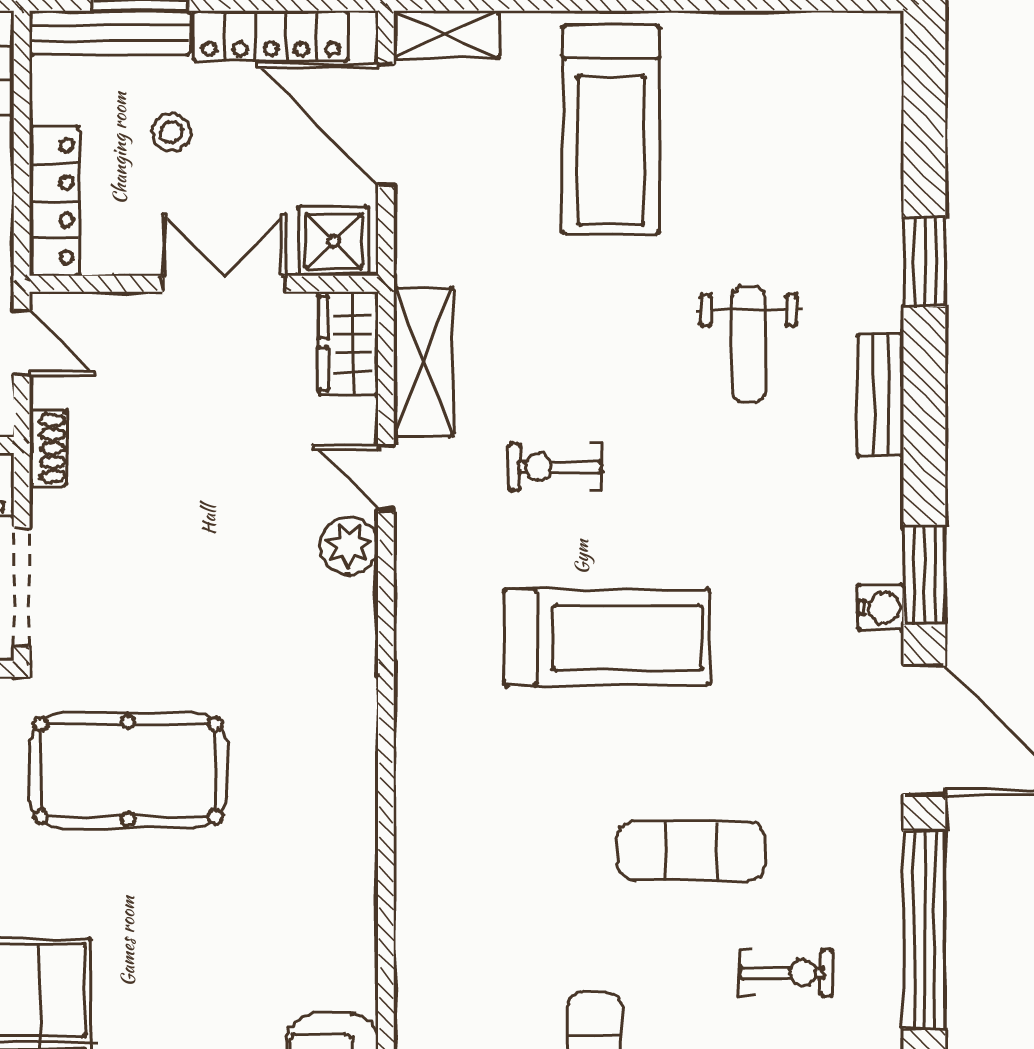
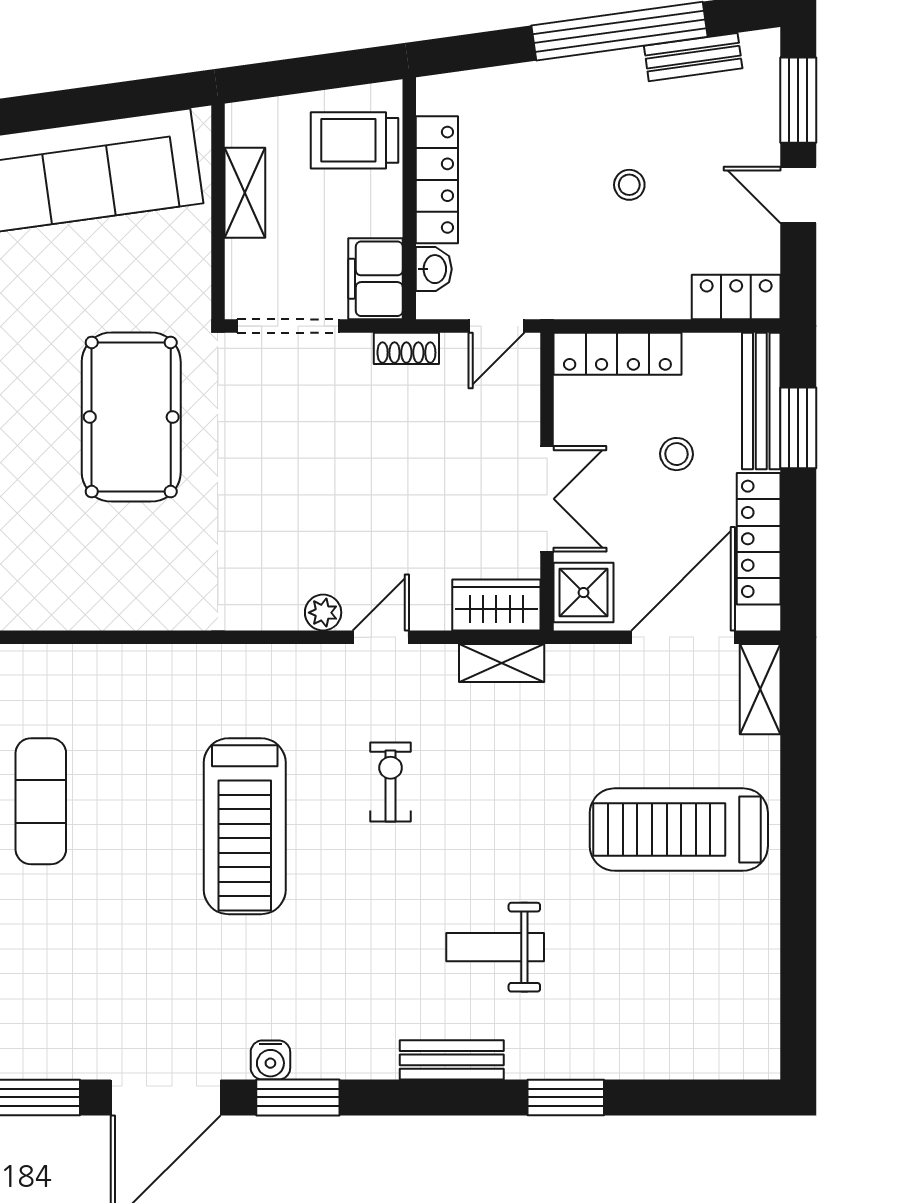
shelving: (423, 362) -> (502, 663), width x0.67, depth x0.75
plant: (349, 546) -> (323, 613), width x0.73, depth x0.73
exercise mat: (691, 851) -> (41, 801), moved

